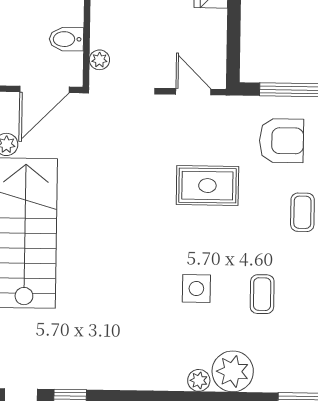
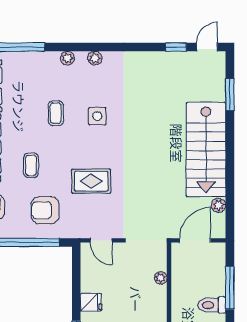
bidet: (66, 39) -> (182, 272), removed
plant: (99, 60) -> (161, 278), moved
plant: (233, 371) -> (67, 58), width x0.53, depth x0.53

